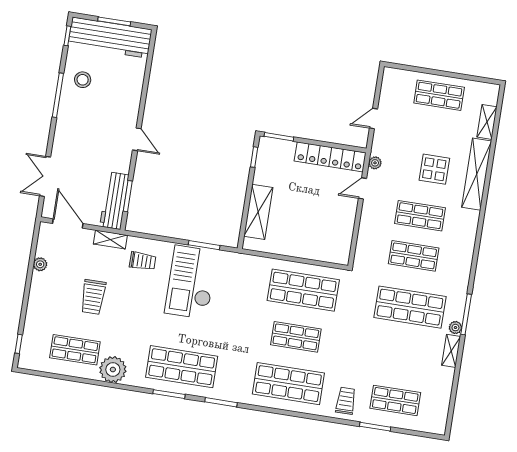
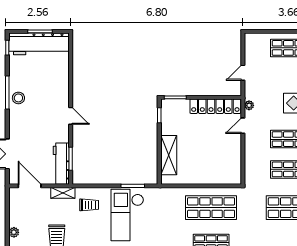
stool: (83, 80) -> (18, 98), moved
plant: (40, 264) -> (14, 232), moved

